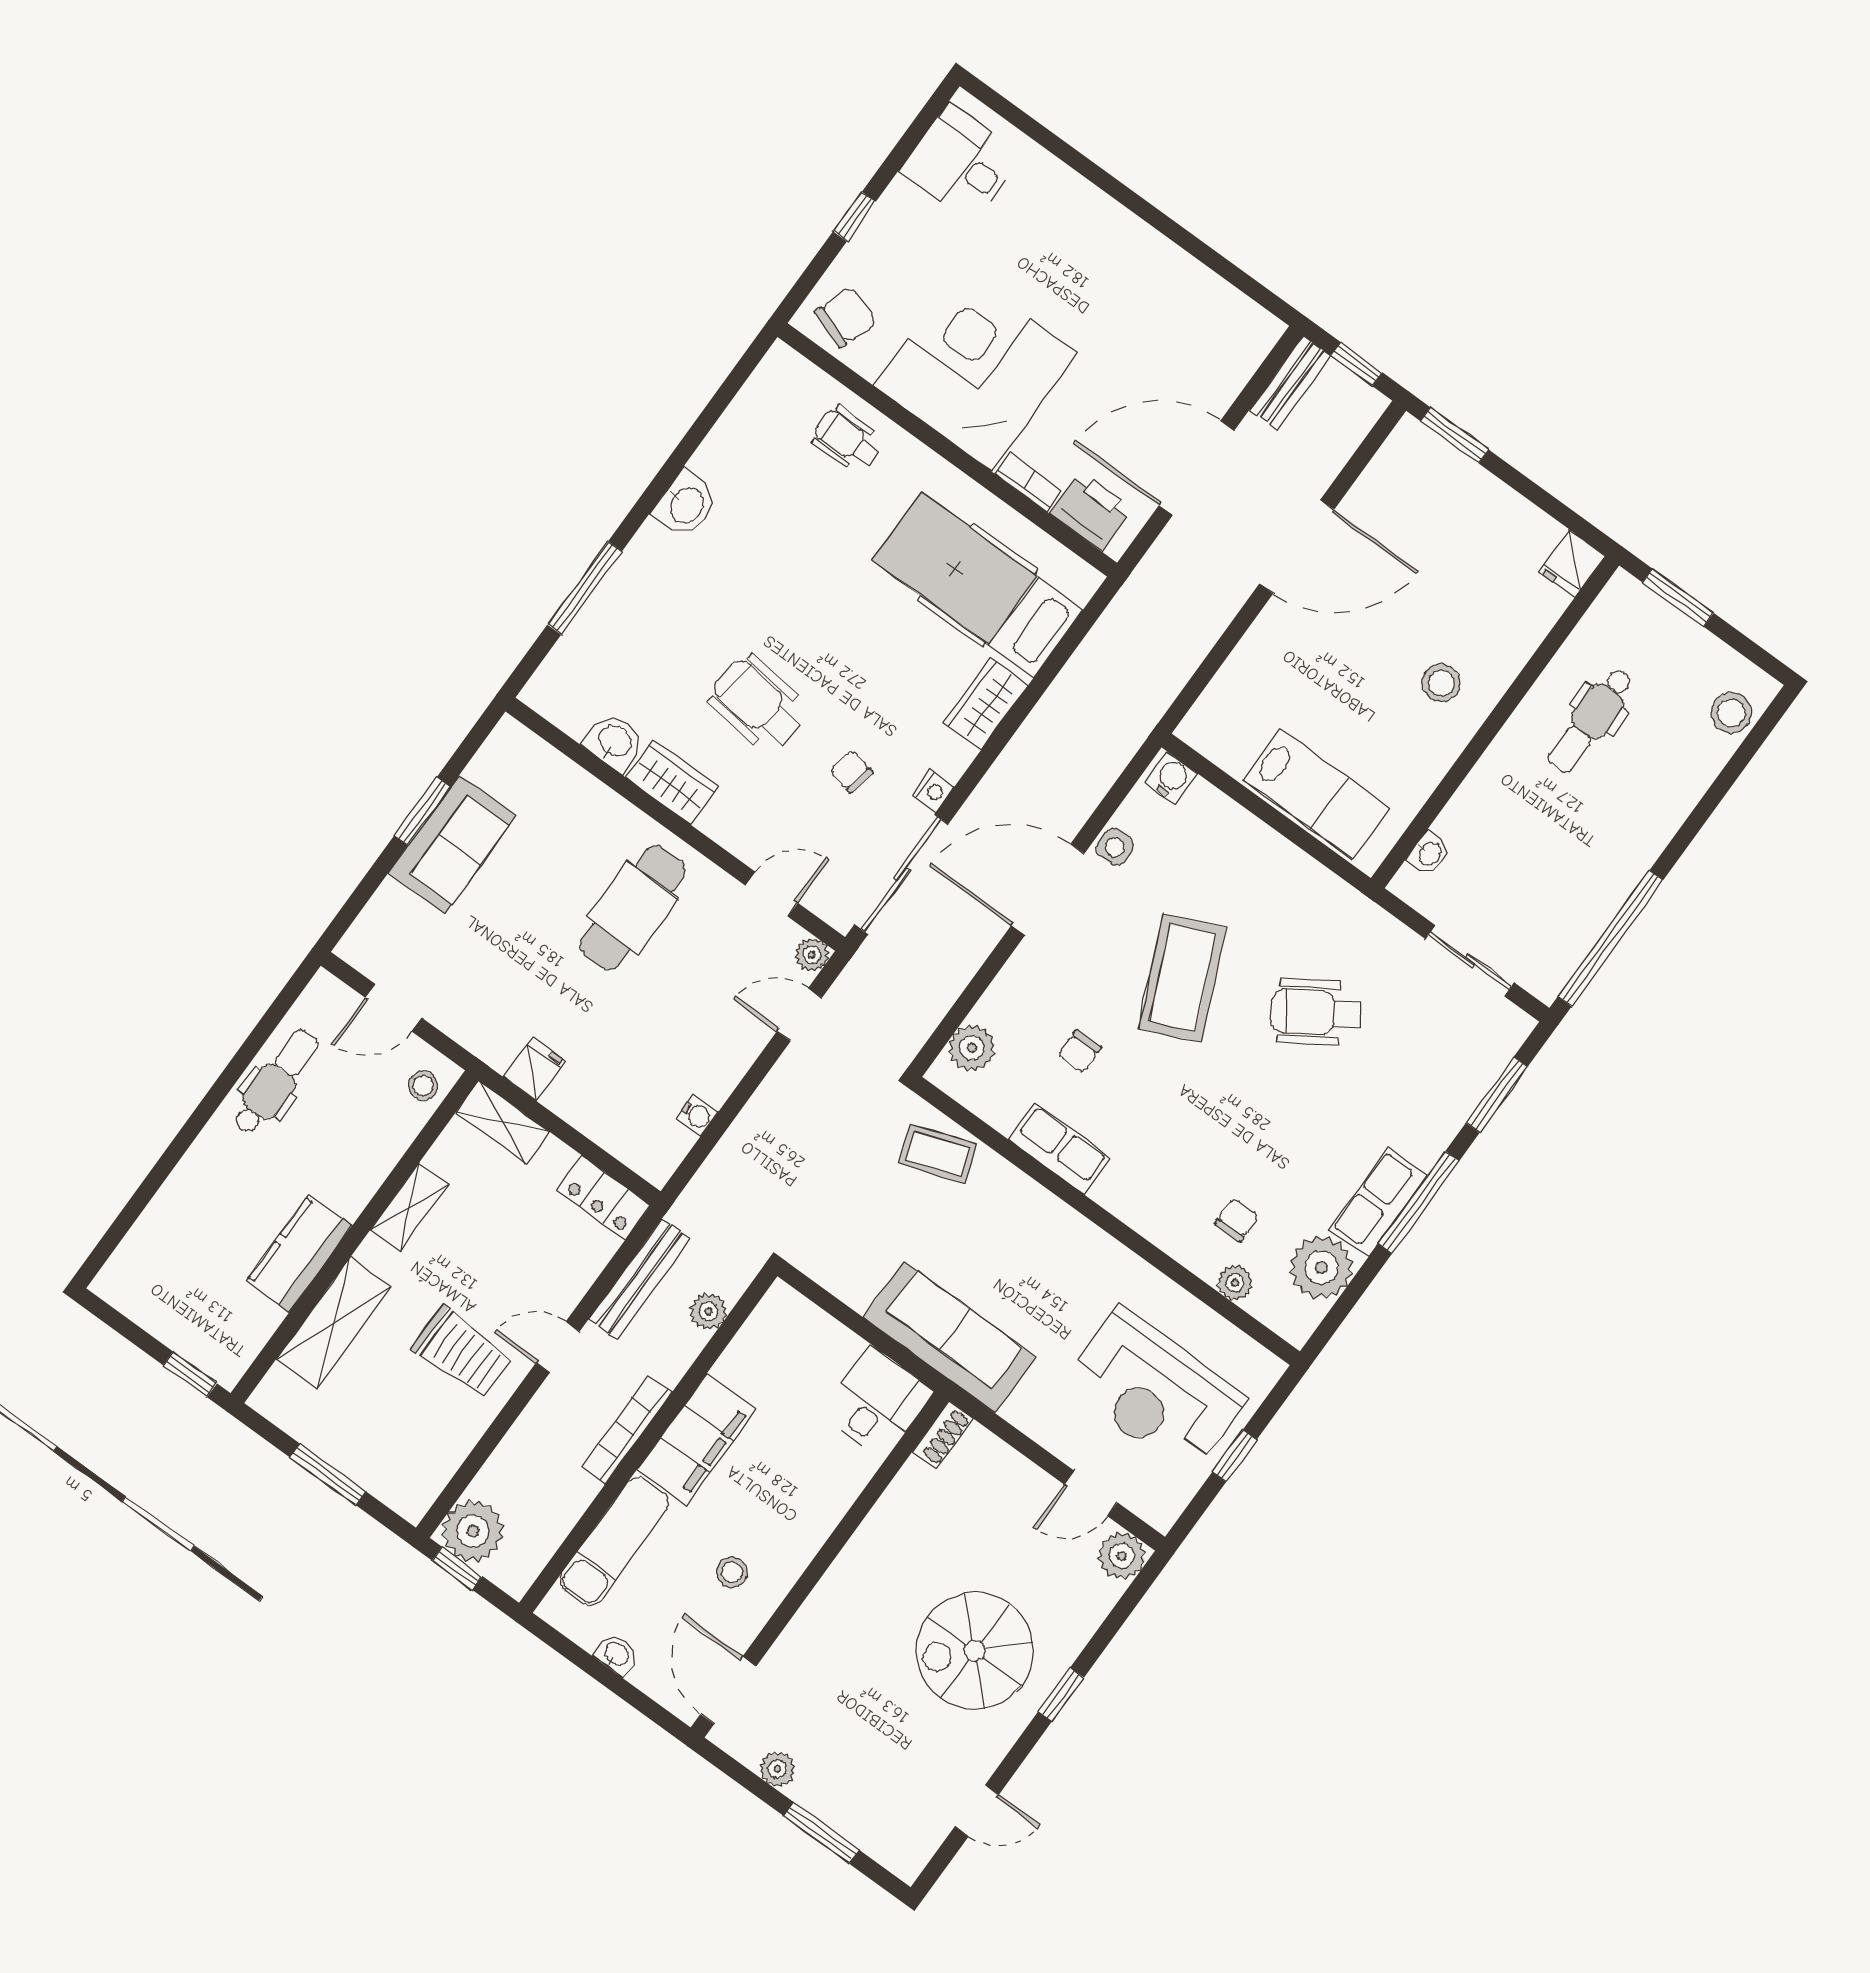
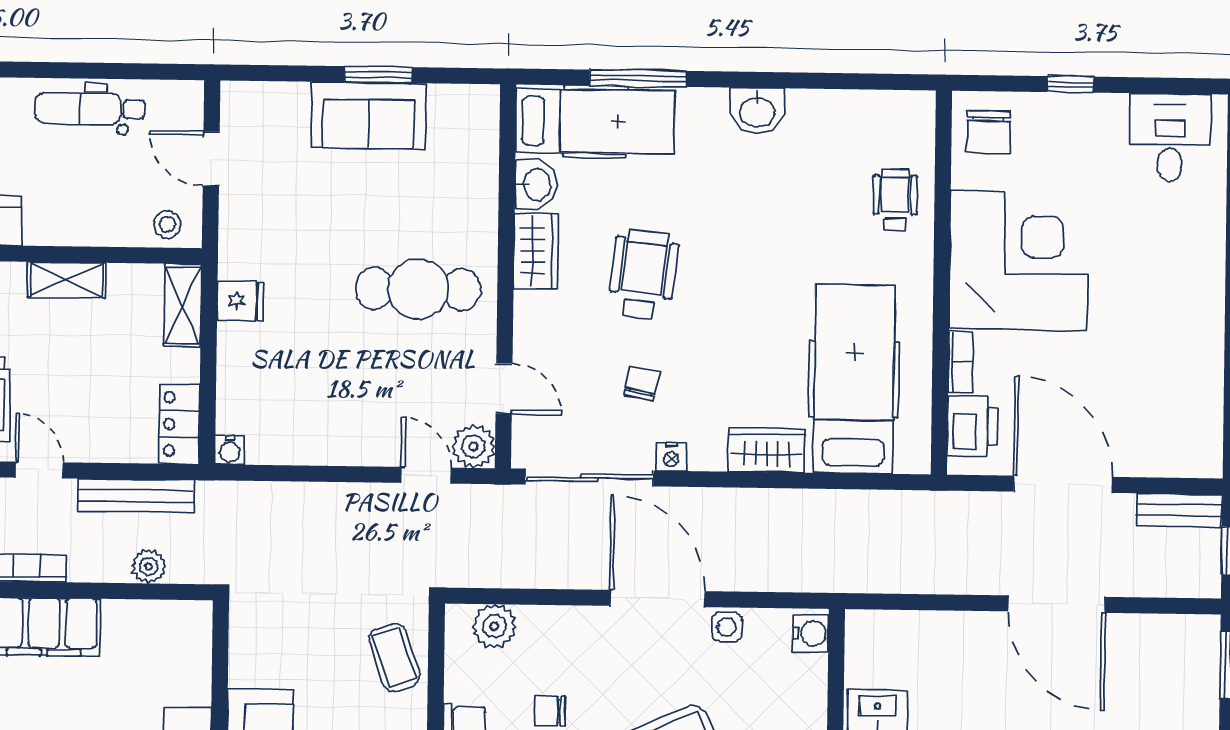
chair: (846, 317) -> (988, 132), turned 72
hospital bed: (596, 652) -> (595, 122), added
plant: (812, 955) -> (474, 446), width x1.38, depth x1.38
dental chair: (276, 1082) -> (90, 109), turned 180
water cooler: (697, 1115) -> (230, 450), moved

